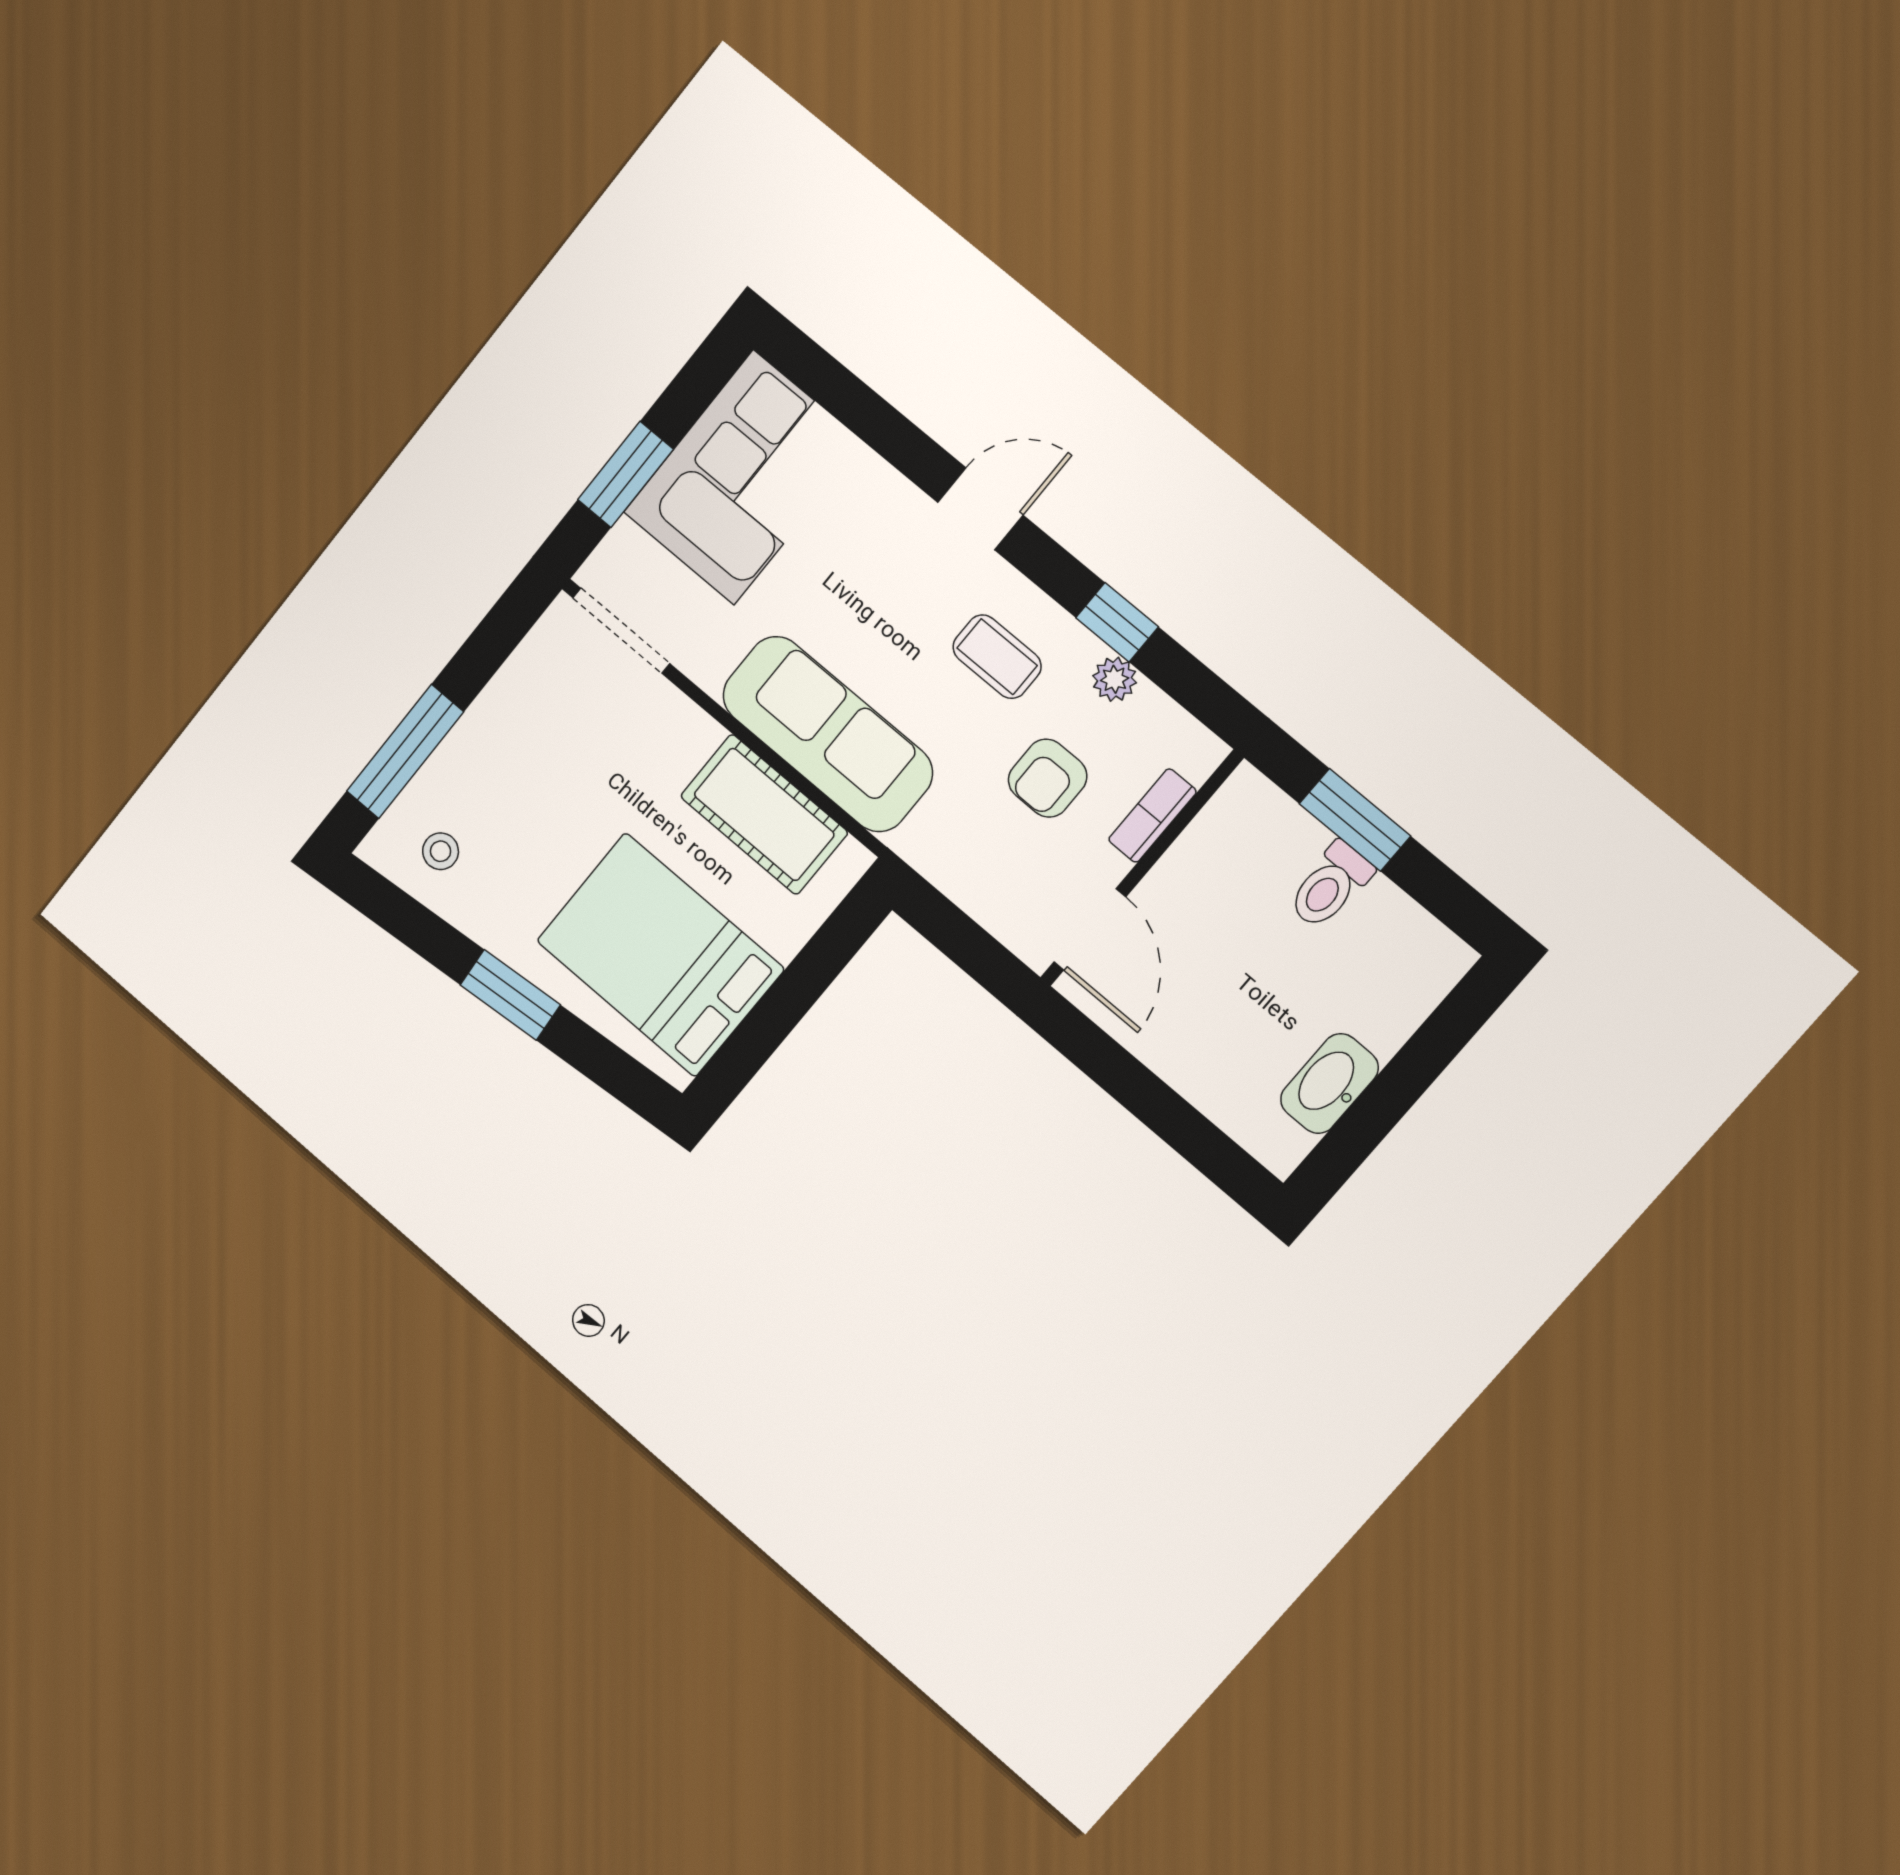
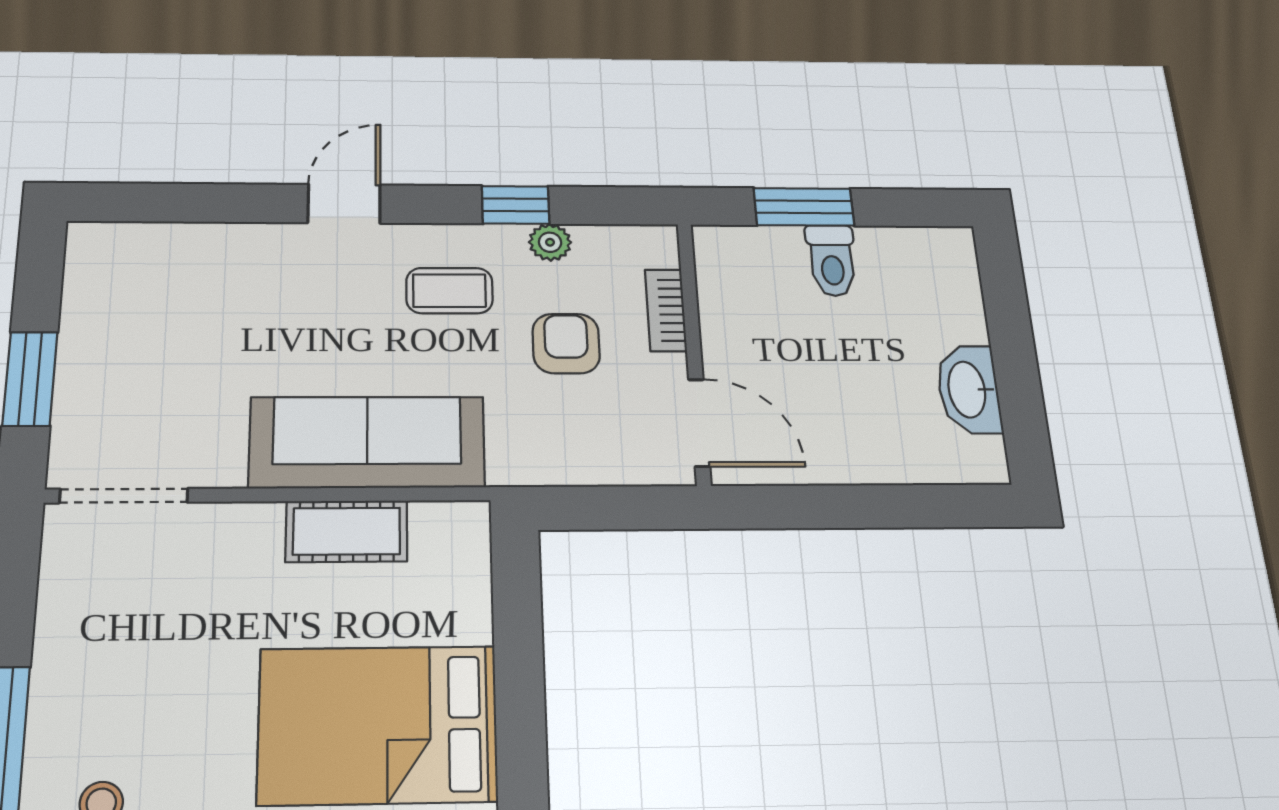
corner sofa: (744, 478) -> (135, 312), removed
armchair: (1048, 778) -> (566, 344), turned 180
cot: (764, 814) -> (347, 531), width x0.73, depth x0.75

